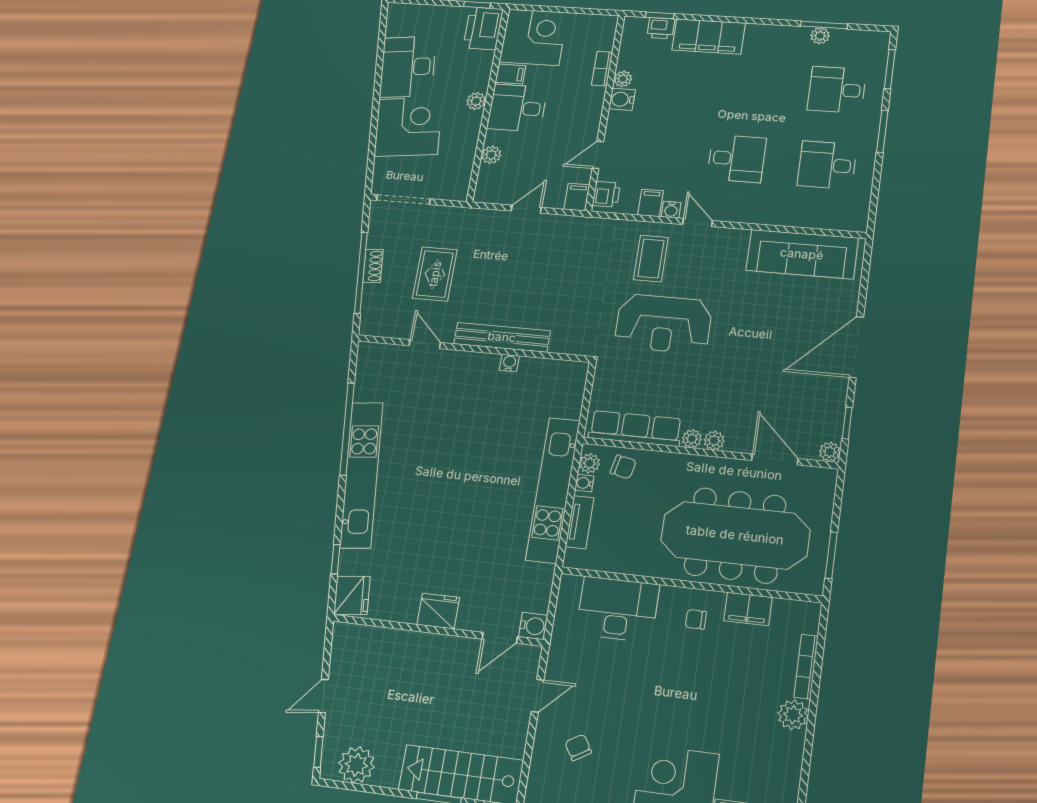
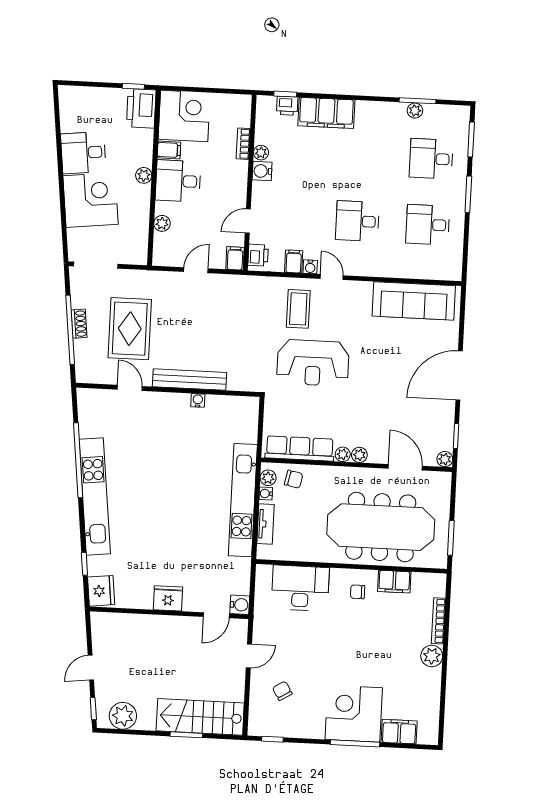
desk: (408, 67) -> (83, 153), width x0.73
desk: (736, 159) -> (357, 221), turned 180
rug: (435, 274) -> (130, 329), width x1.36, depth x1.43

